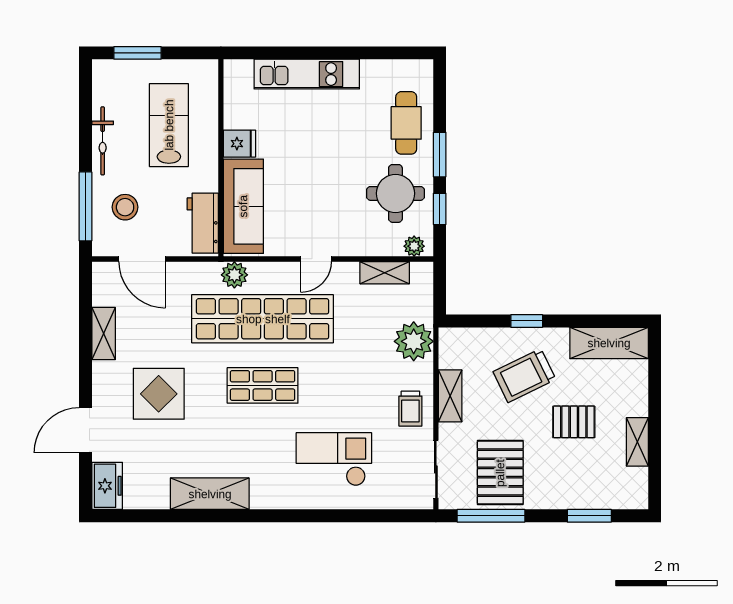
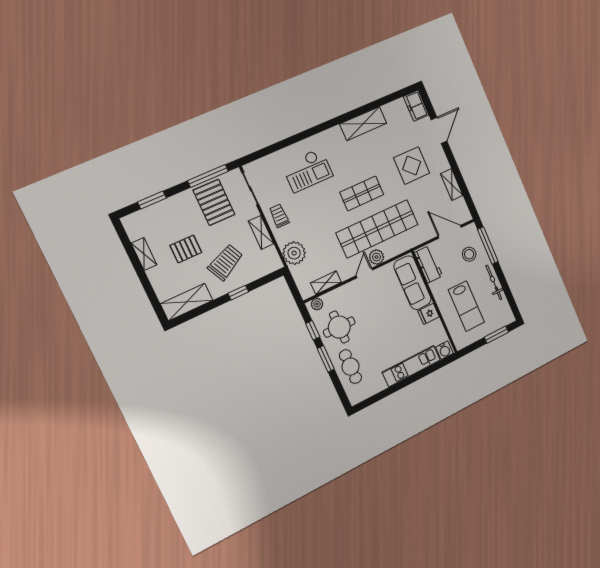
water cooler: (239, 72) -> (444, 350), added
plant: (234, 275) -> (376, 257), moved

